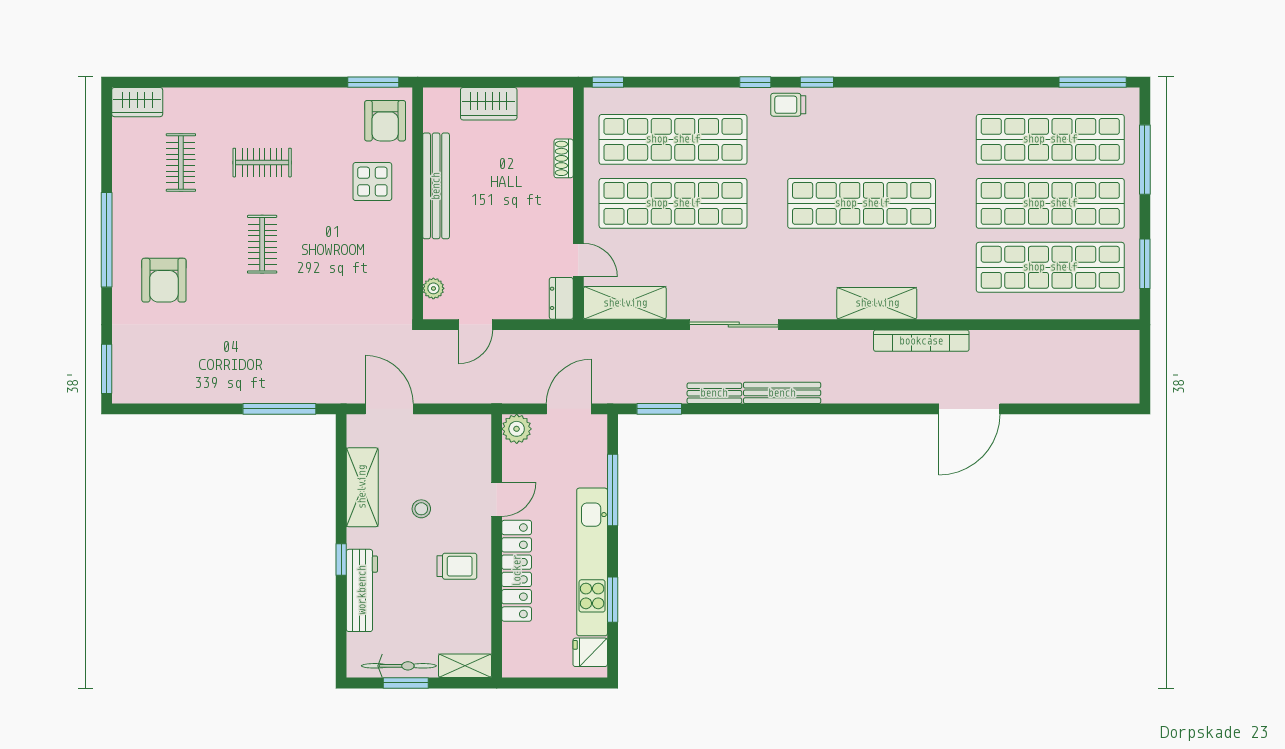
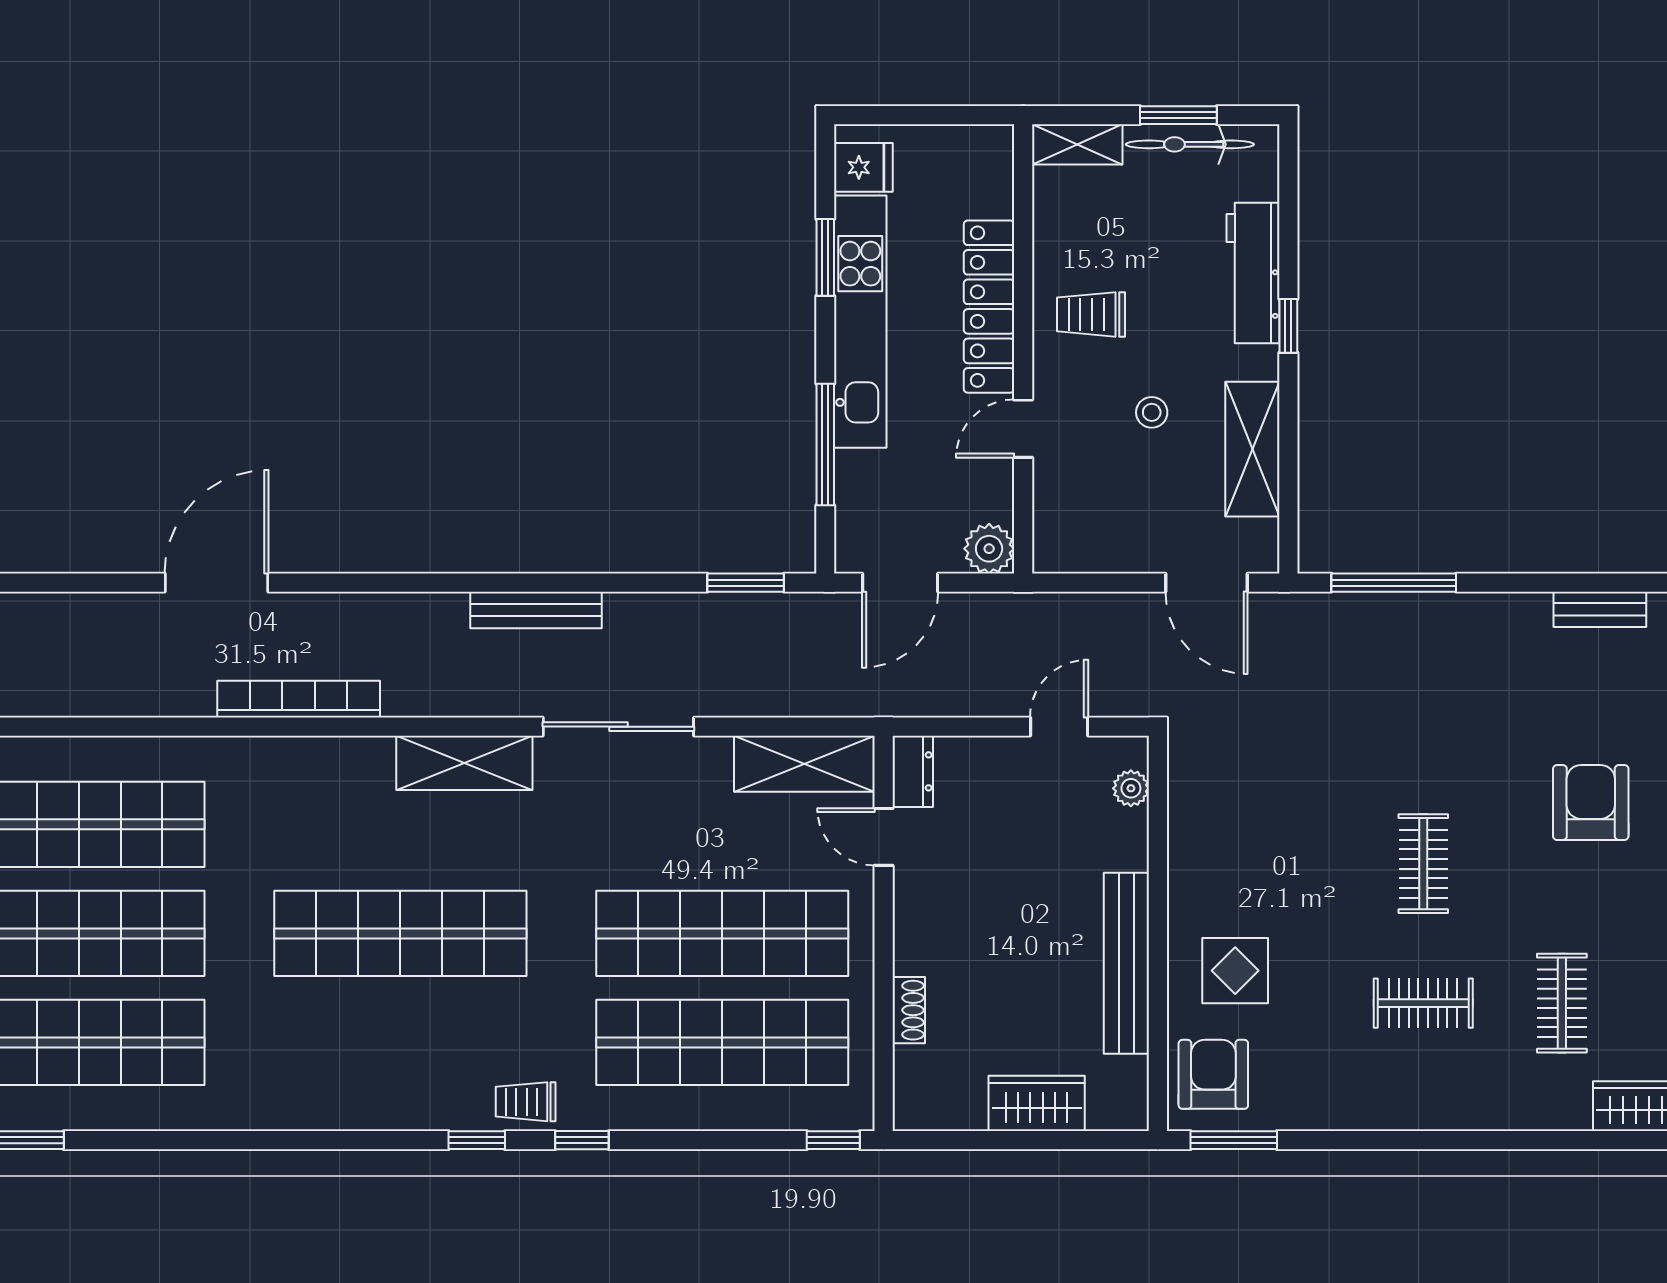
trolley: (788, 105) -> (526, 1102), turned 180
shelving: (877, 303) -> (464, 763), moved
bench: (714, 393) -> (1600, 609), moved

